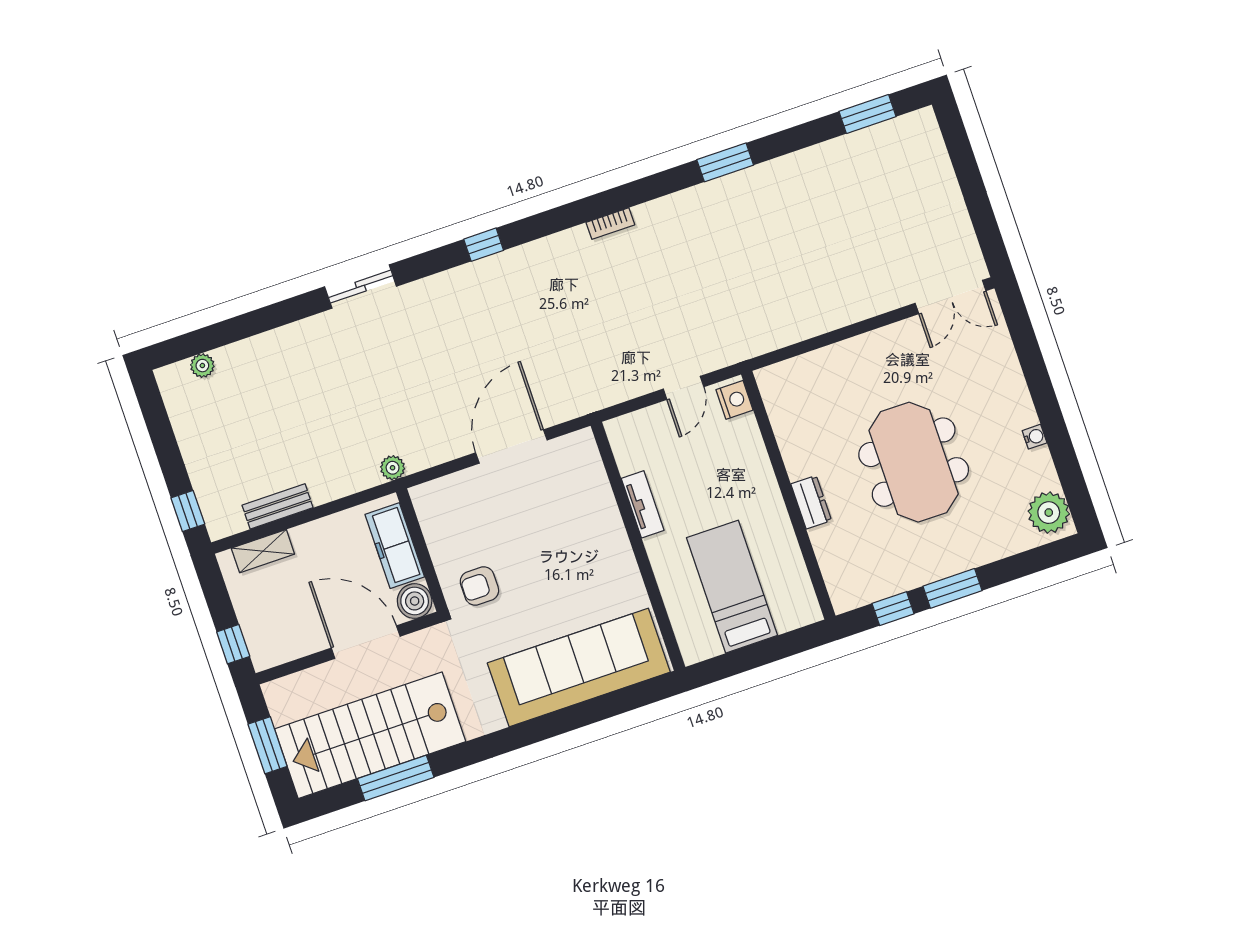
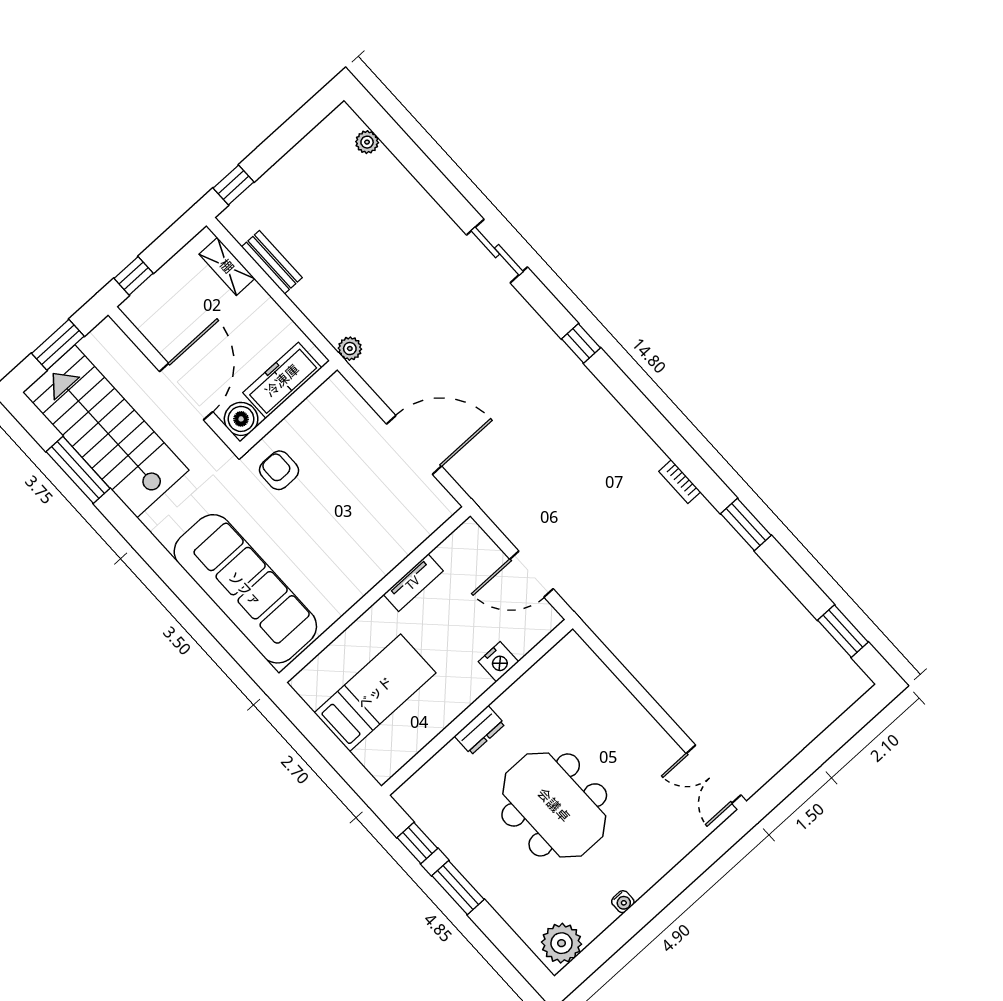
bookcase: (610, 224) -> (680, 482), moved
door: (684, 388) -> (531, 574), width x1.38
nightstand: (734, 400) -> (498, 662), moved
meeting table: (914, 462) -> (554, 805), turned 90

